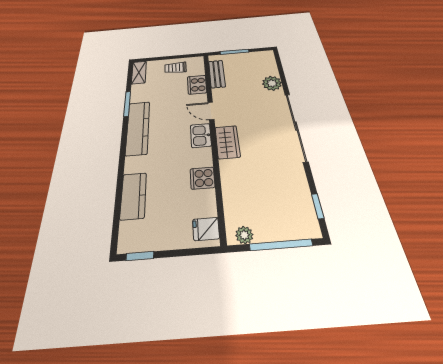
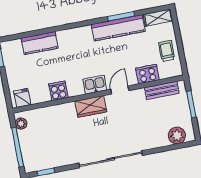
plant: (272, 83) -> (177, 136), moved
kitchen counter: (138, 128) -> (118, 28), moved

